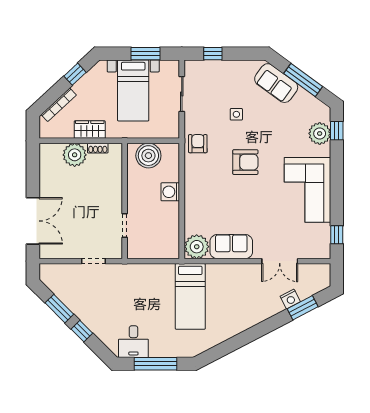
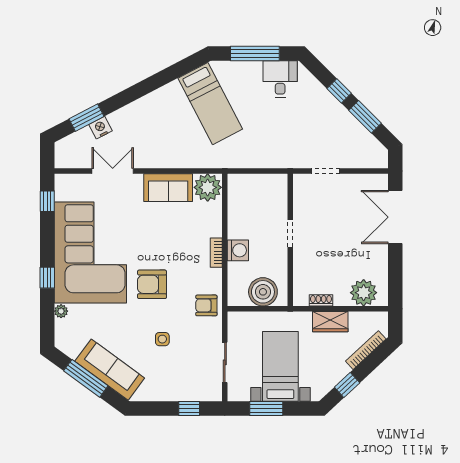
sofa: (276, 83) -> (110, 370), width x1.36
window: (337, 131) -> (47, 278), moved
plant: (320, 133) -> (61, 311), width x0.53, depth x0.53
armchair: (198, 144) -> (206, 305), turned 90
plant: (75, 155) -> (364, 293), moved
bookcase: (189, 190) -> (216, 253), added
corner sofa: (308, 190) -> (90, 253), width x1.36, depth x1.36
doorway: (125, 226) -> (290, 233), moved
bed: (190, 296) -> (210, 104), moved, turned 153

